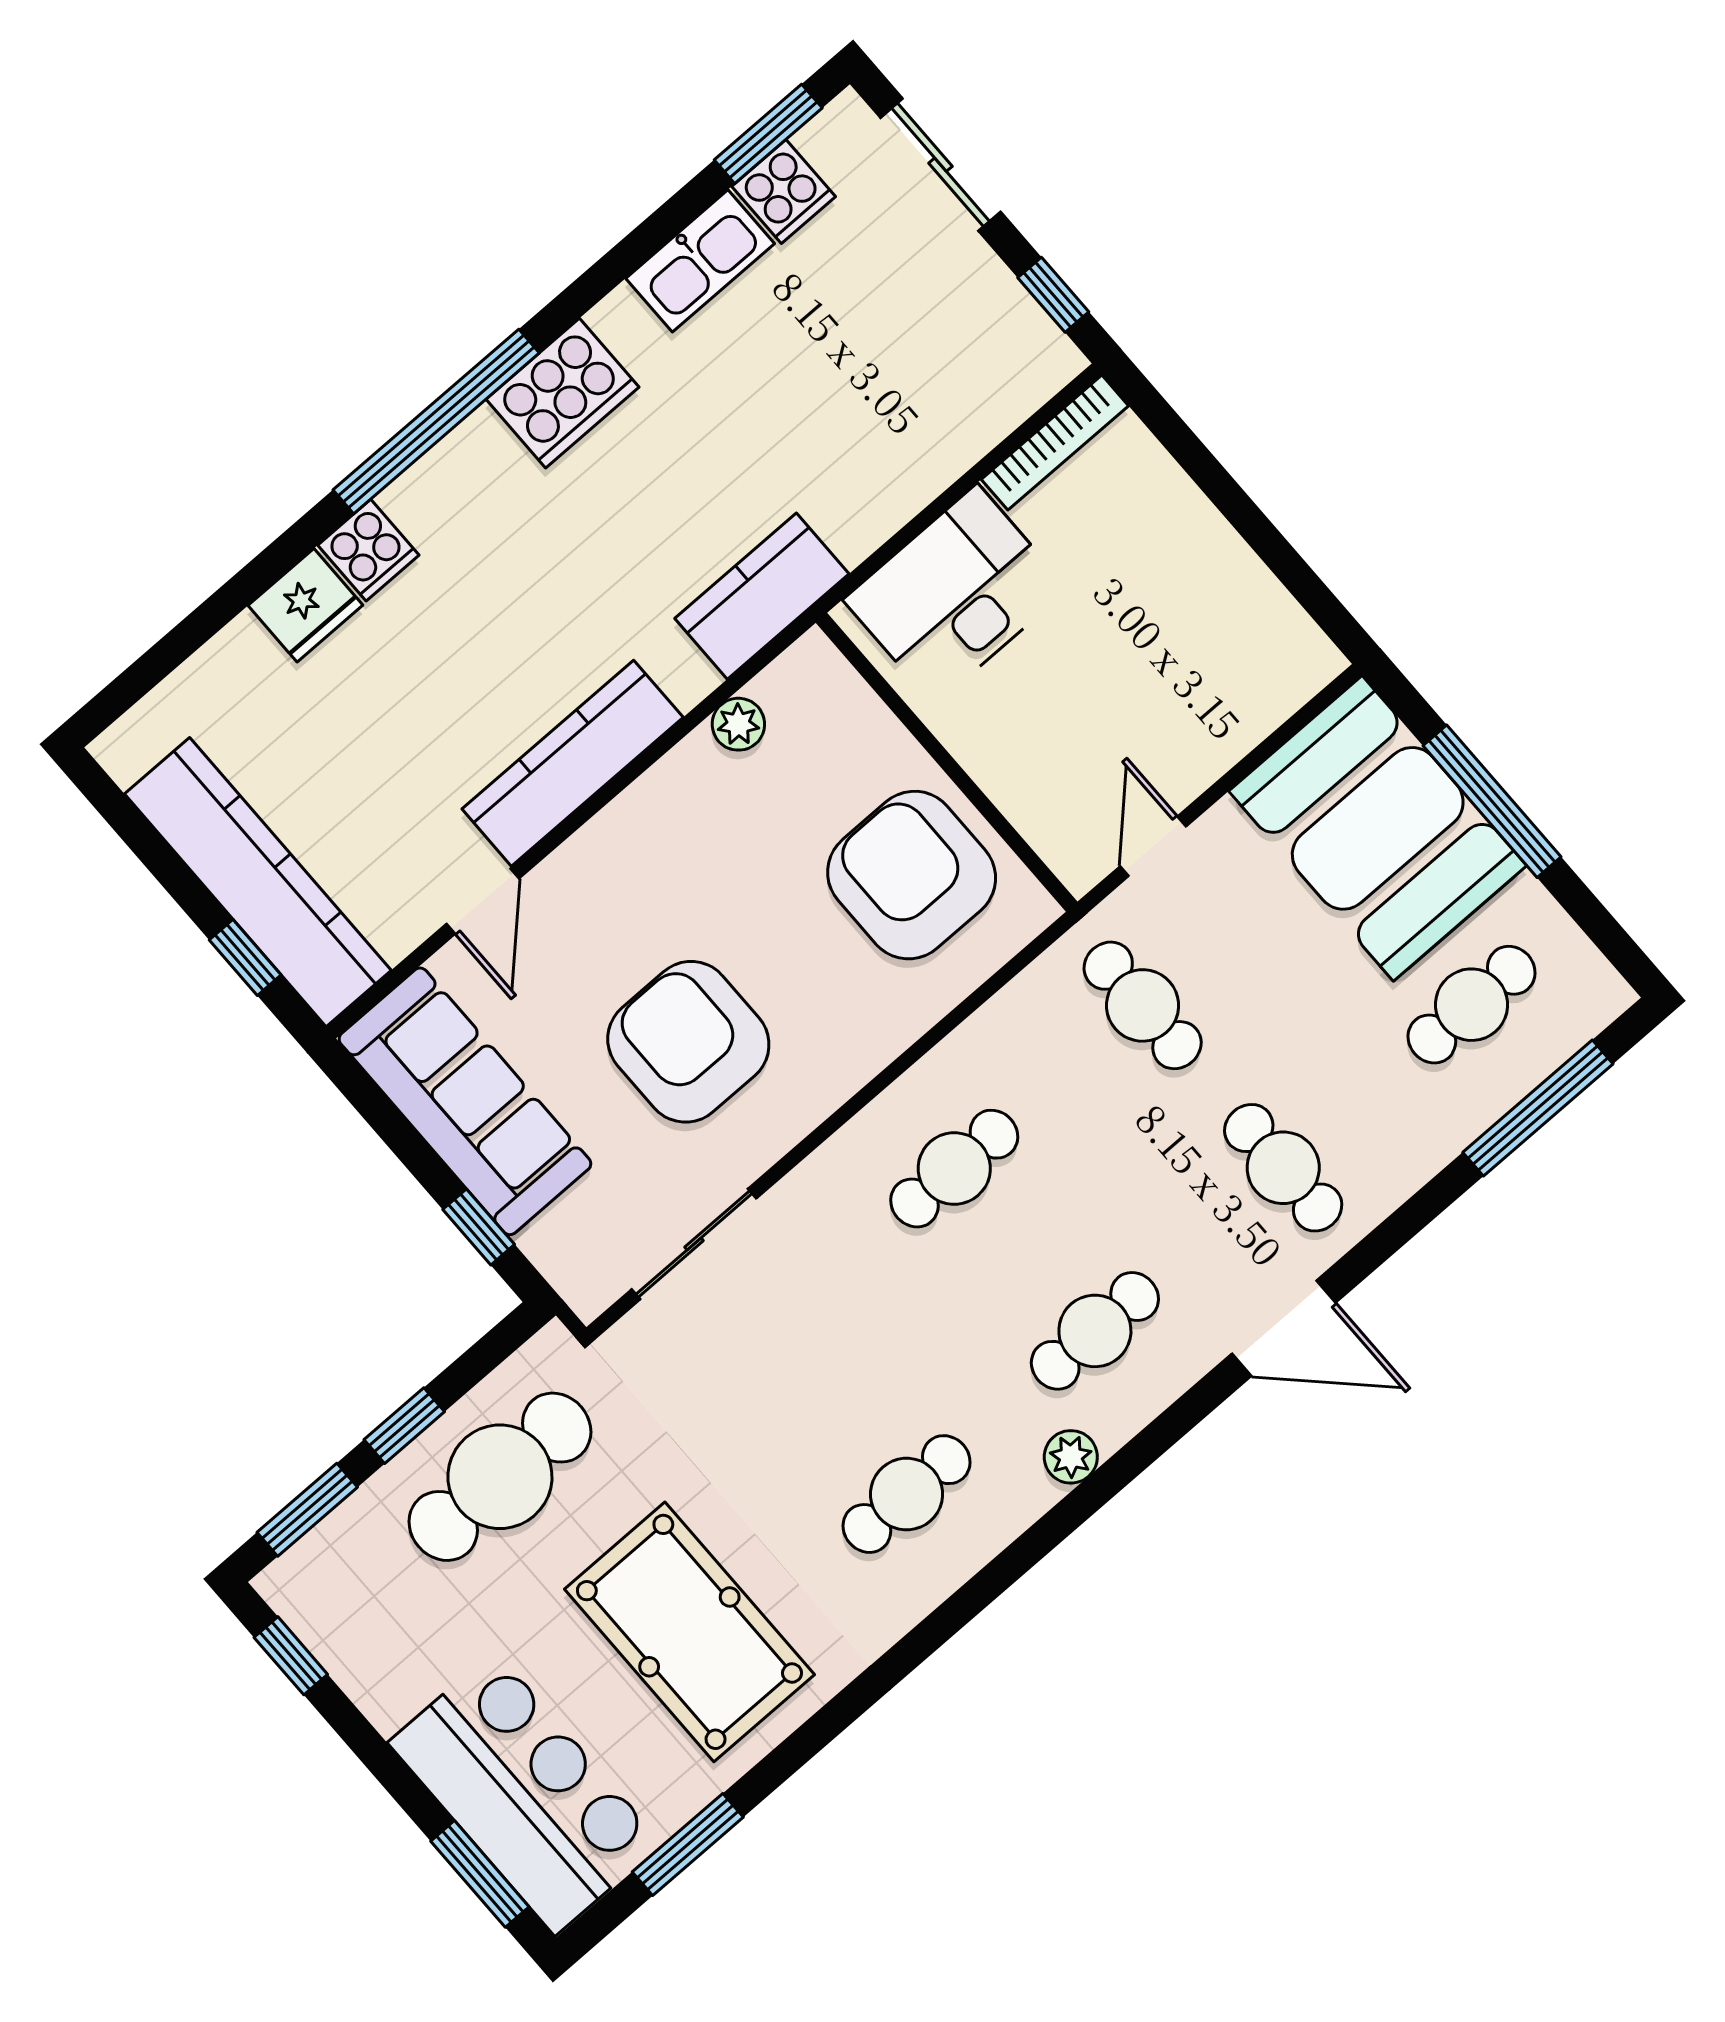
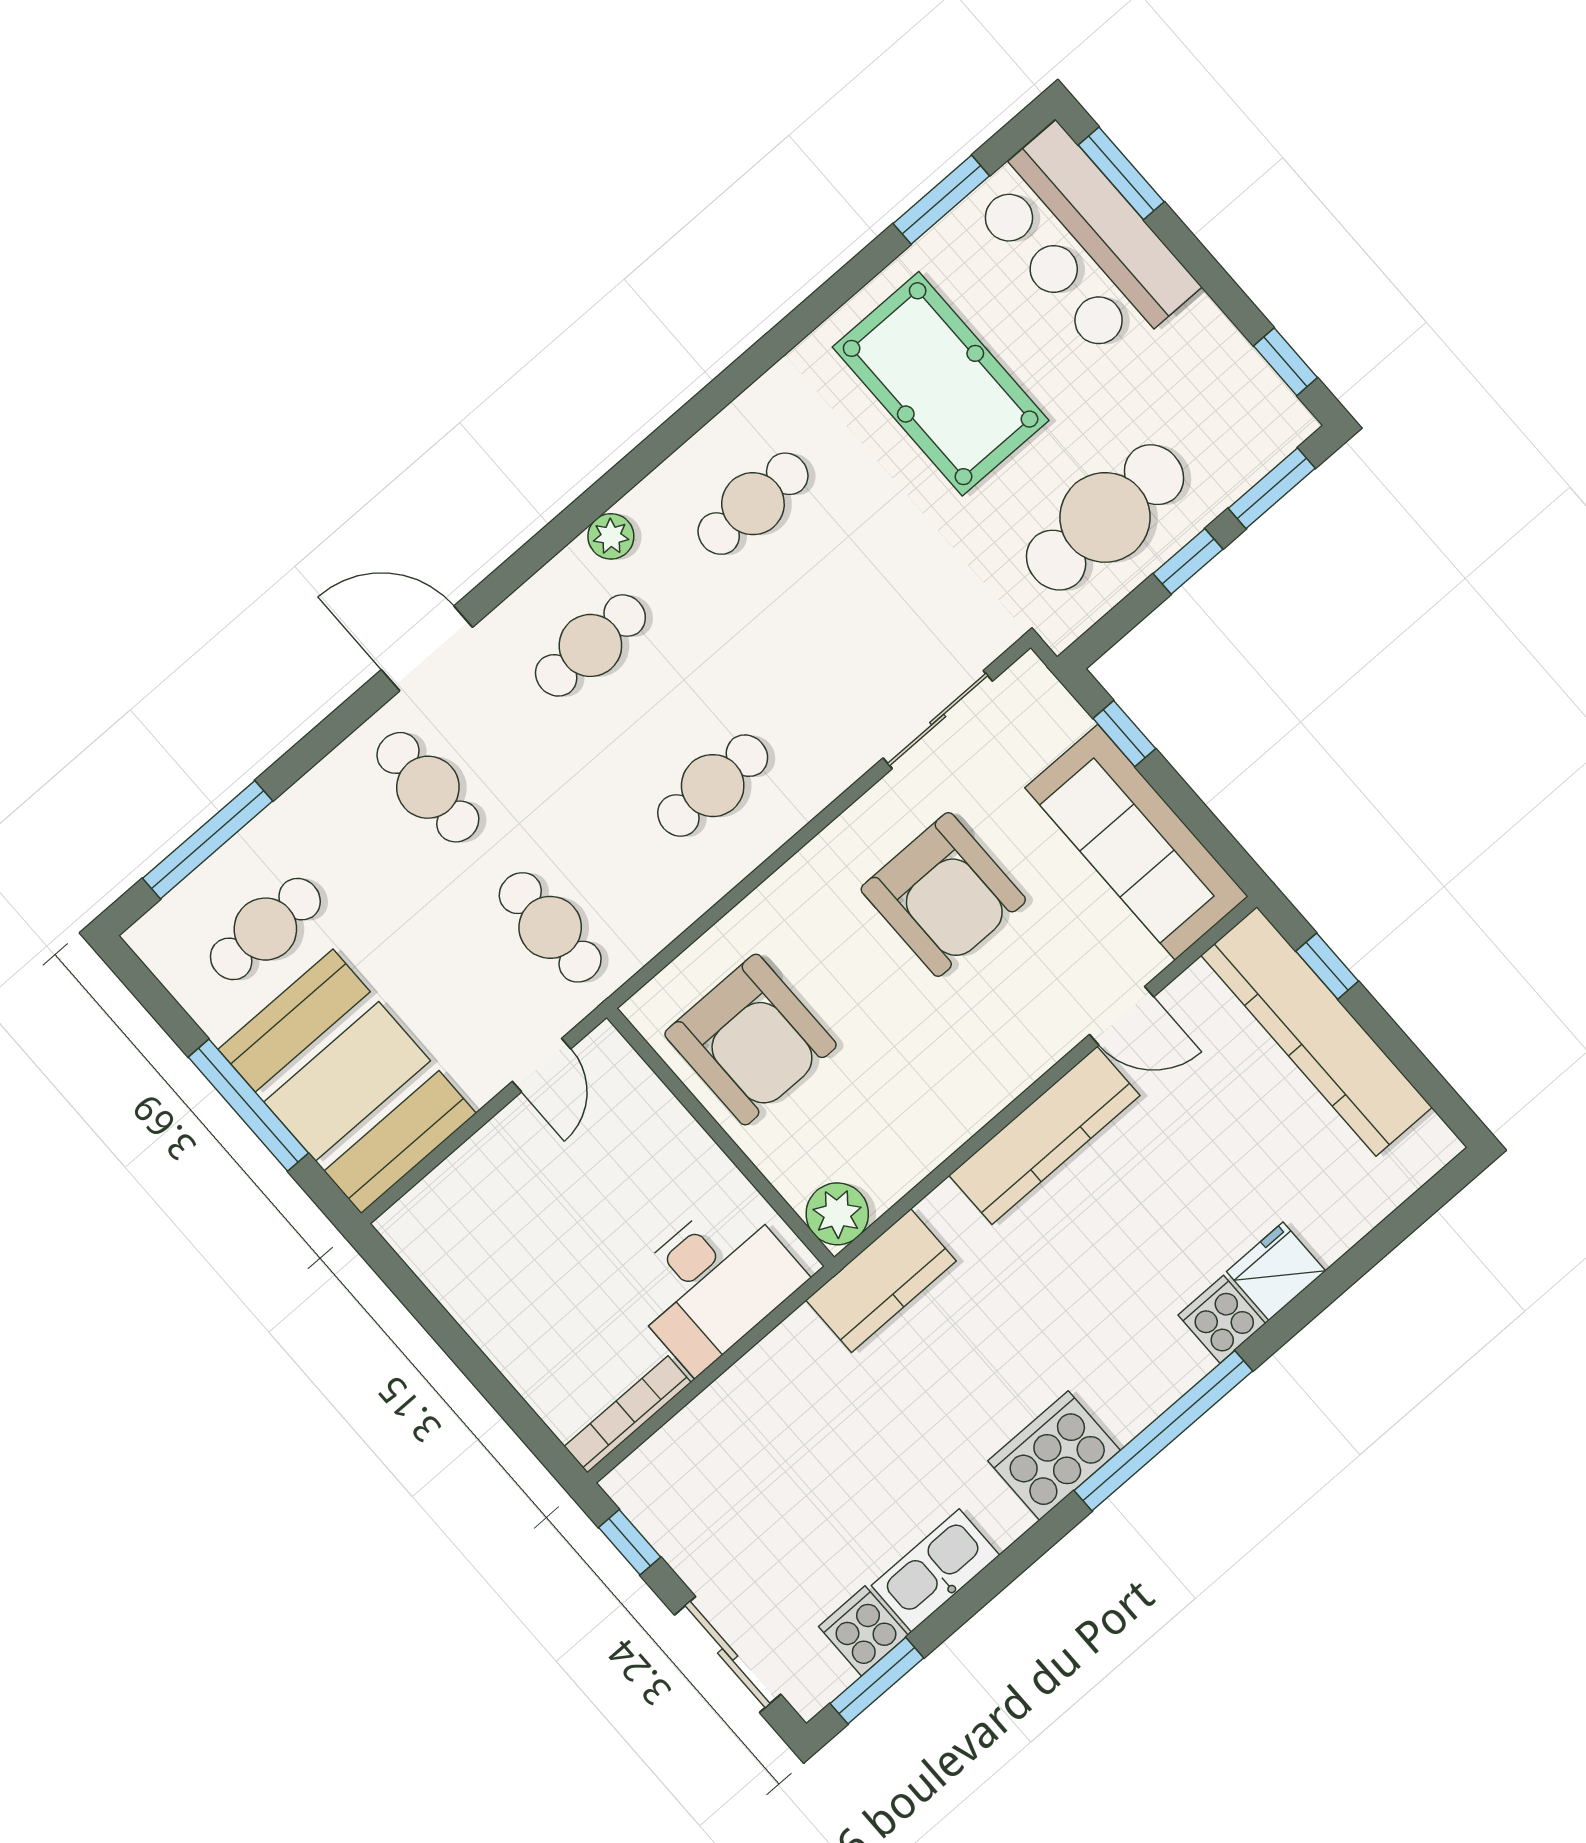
plant: (738, 724) -> (837, 1214), moved, width x1.38, depth x1.38
door: (483, 901) -> (1122, 1016), swing flipped

